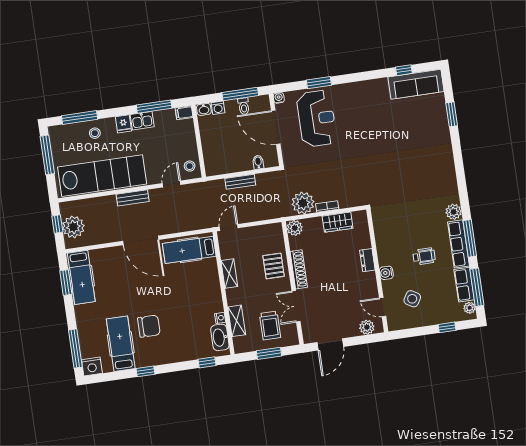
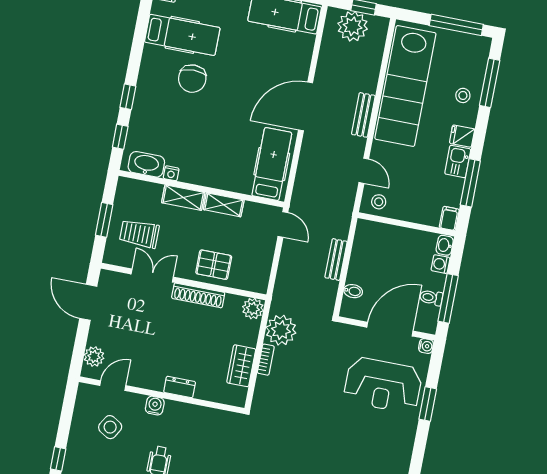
shelving: (237, 321) -> (183, 198), moved
window: (145, 371) -> (128, 97), moved

